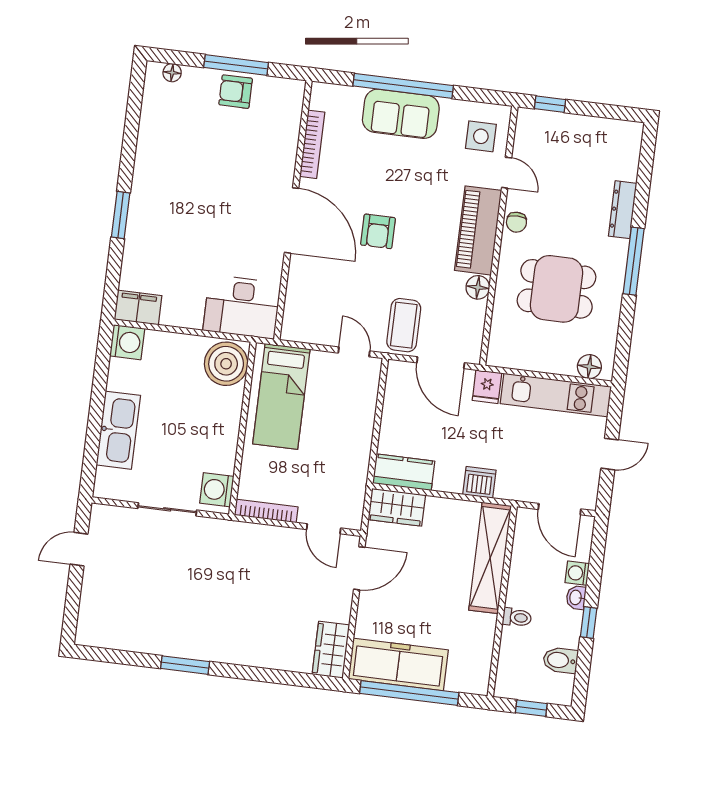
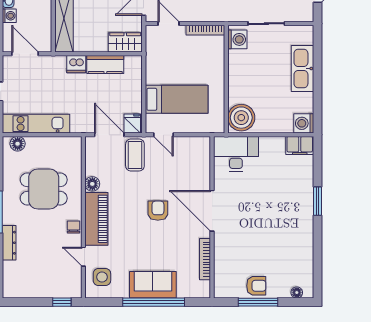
fridge: (487, 387) -> (132, 123), moved
bed: (281, 396) -> (177, 99), moved, turned 90
kitchen counter: (404, 472) -> (105, 65), moved

